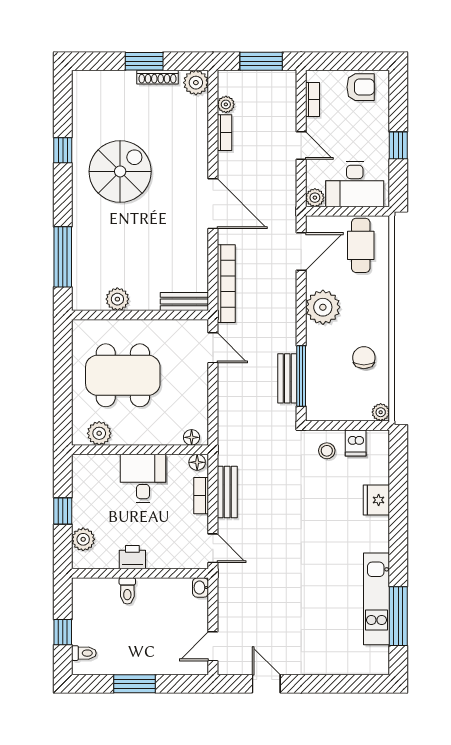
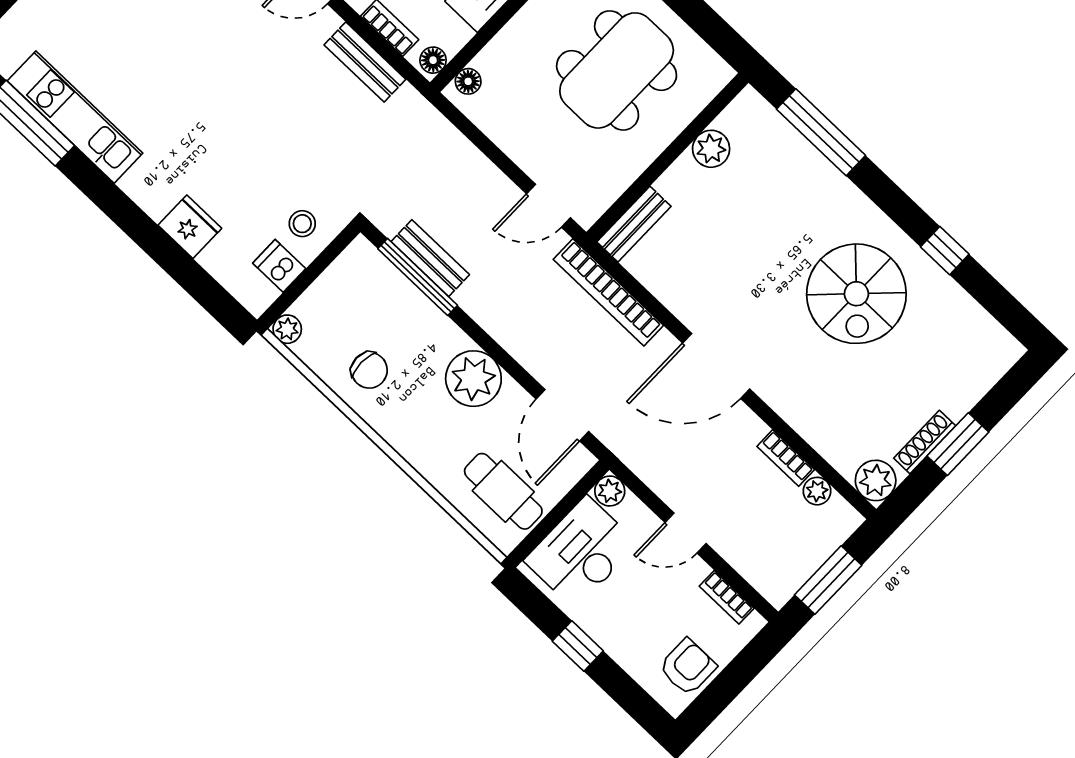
armchair: (361, 87) -> (688, 667), turned 180

